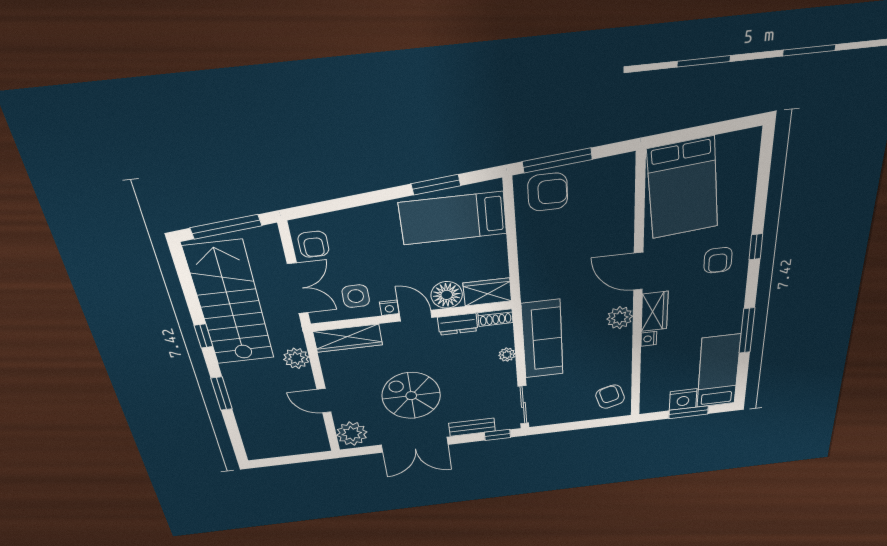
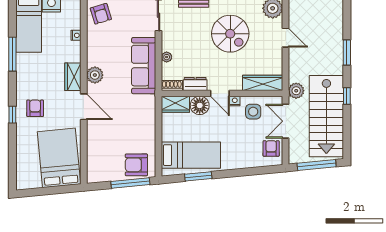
nightstand: (649, 339) -> (76, 35), moved
plant: (296, 358) -> (296, 91), moved

